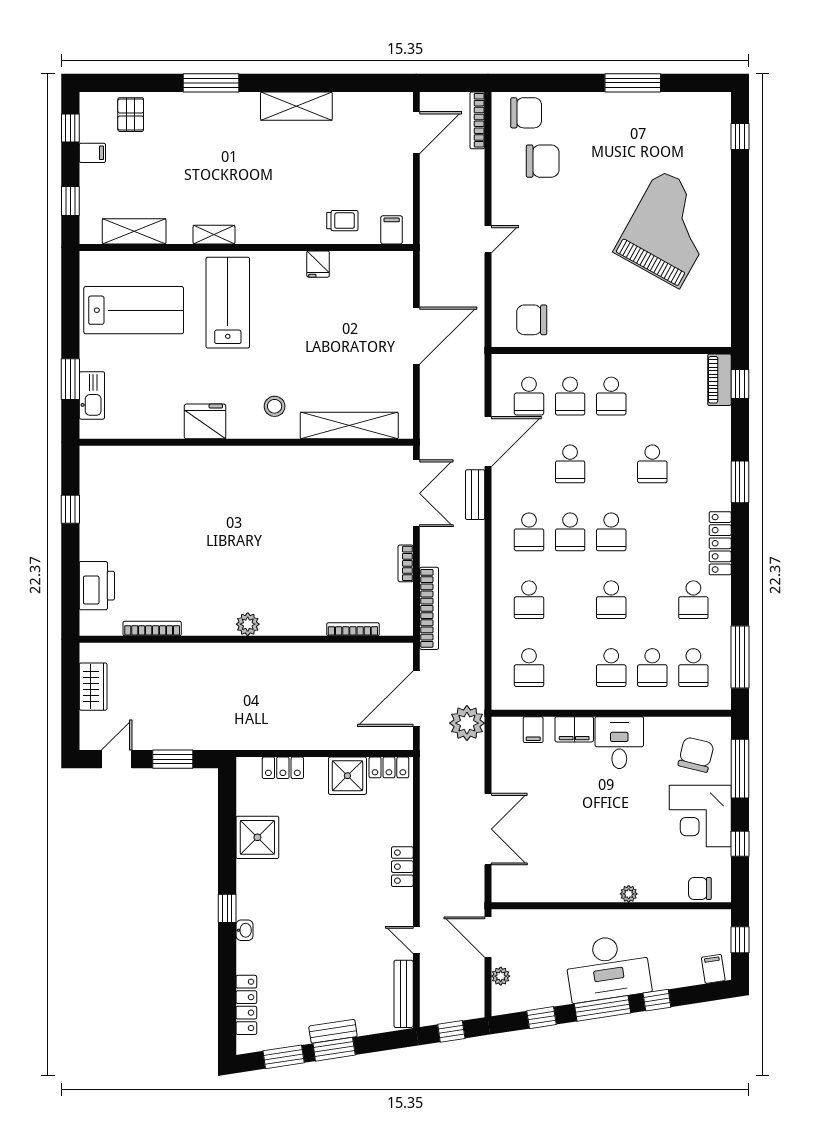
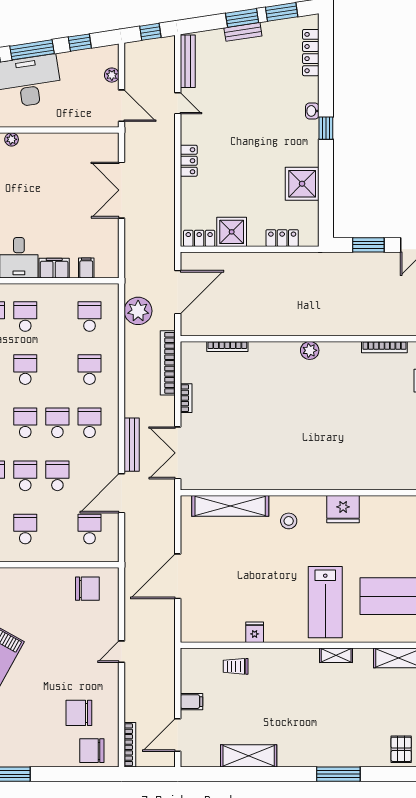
shelving: (296, 106) -> (249, 756), moved
filing cabinet: (392, 230) -> (191, 702), moved, turned -90
school desk: (570, 396) -> (25, 476), moved
bench: (475, 495) -> (132, 445), width x1.36
plant: (467, 723) -> (138, 311), moved

